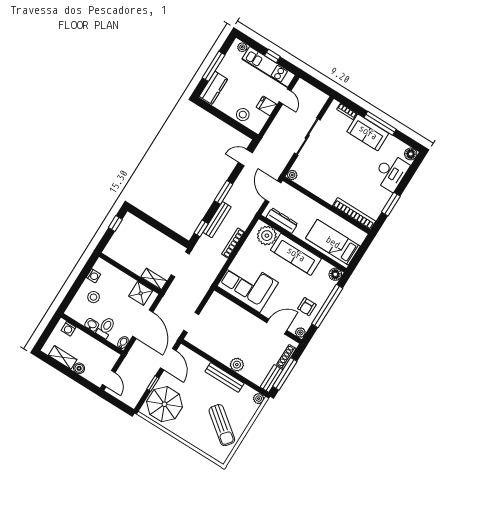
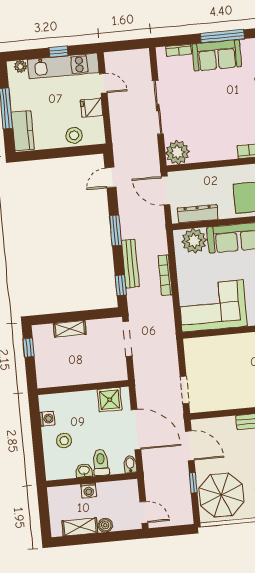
plant: (292, 175) -> (177, 152), width x1.88, depth x1.88
shelving: (154, 279) -> (70, 329), moved
washing machine: (68, 329) -> (89, 490), moved

